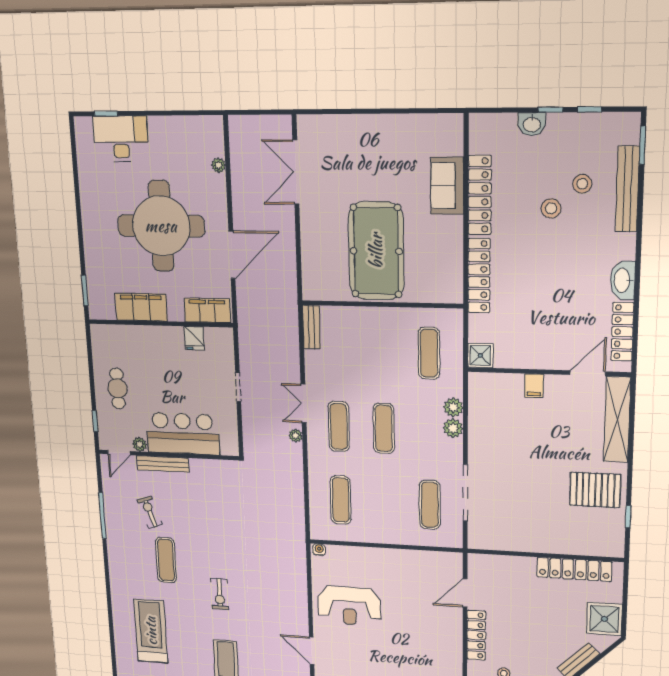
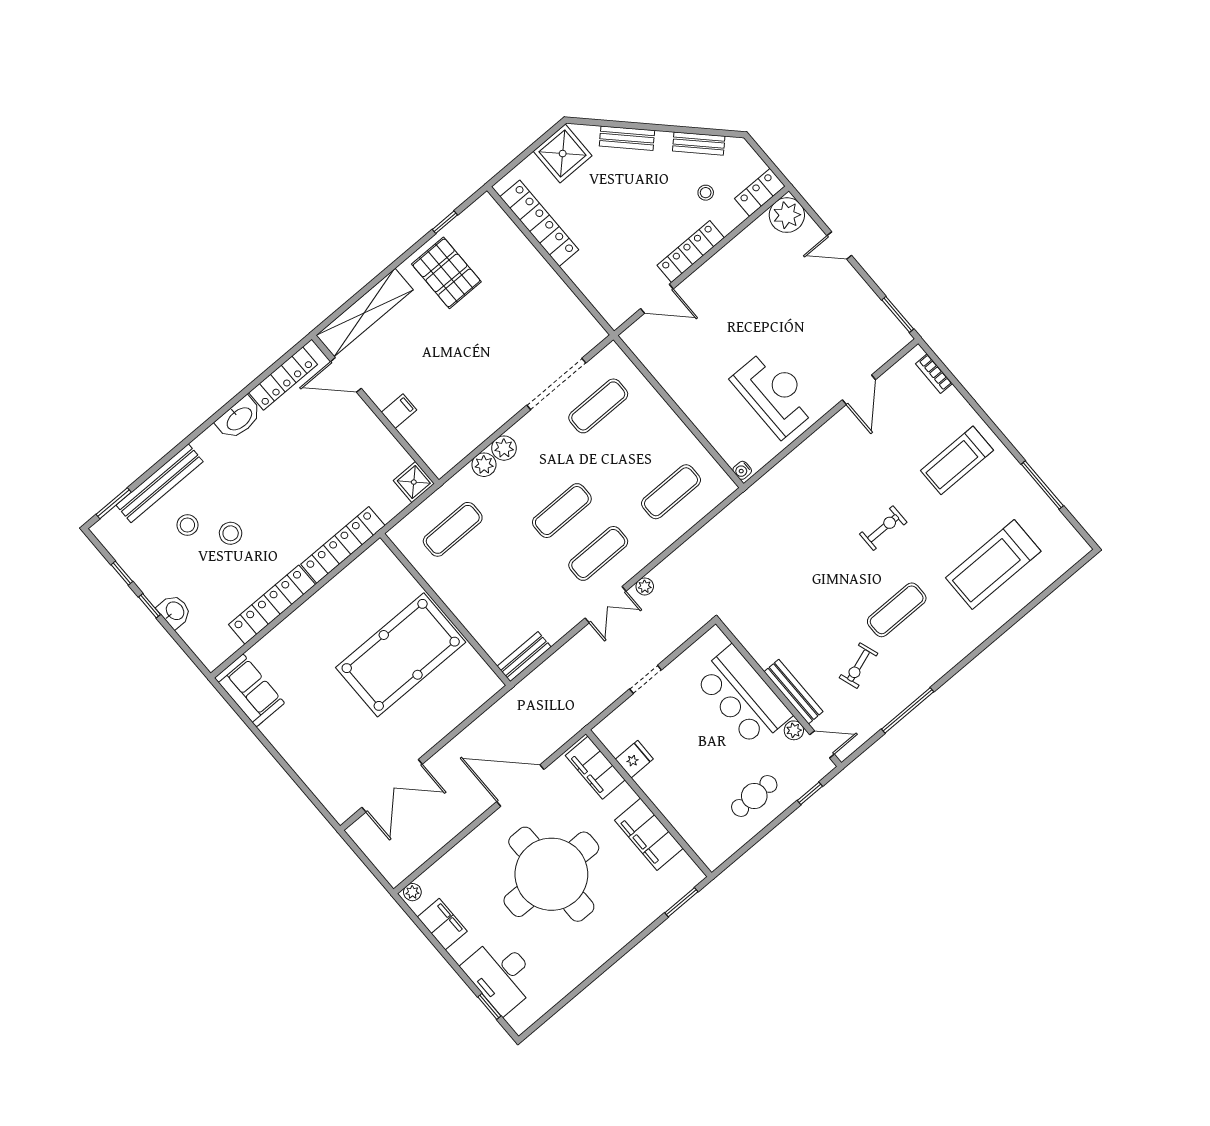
filing cabinet: (181, 128) -> (442, 924), added
plant: (218, 165) -> (412, 892), moved
sofa: (447, 186) -> (250, 690), moved, turned -90

